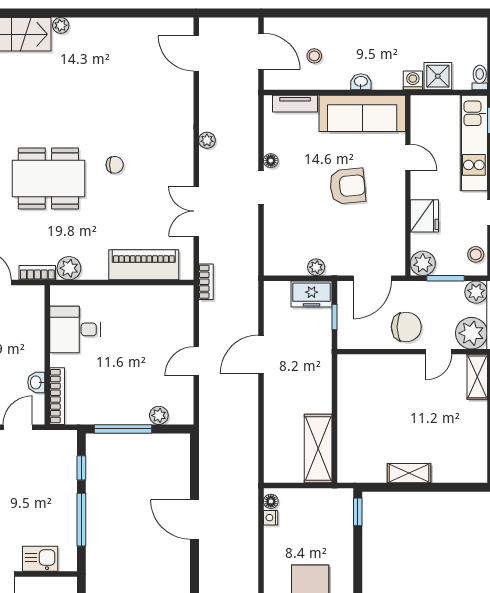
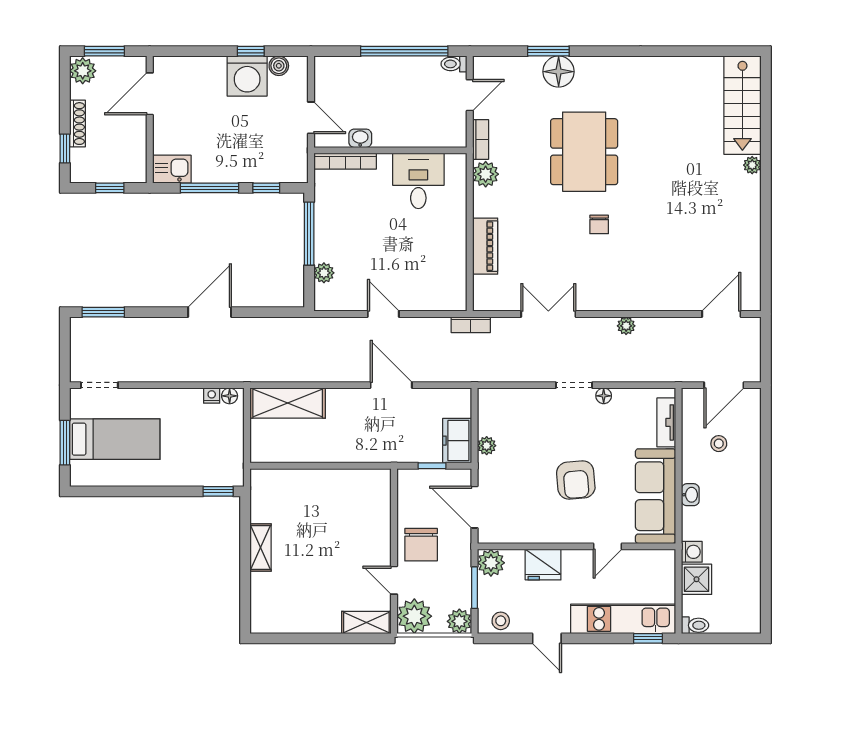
piano: (144, 265) -> (485, 246), width x0.73, depth x0.75
shelving: (318, 448) -> (288, 403), moved
kitchen sink: (40, 559) -> (172, 169), moved, turned -90

